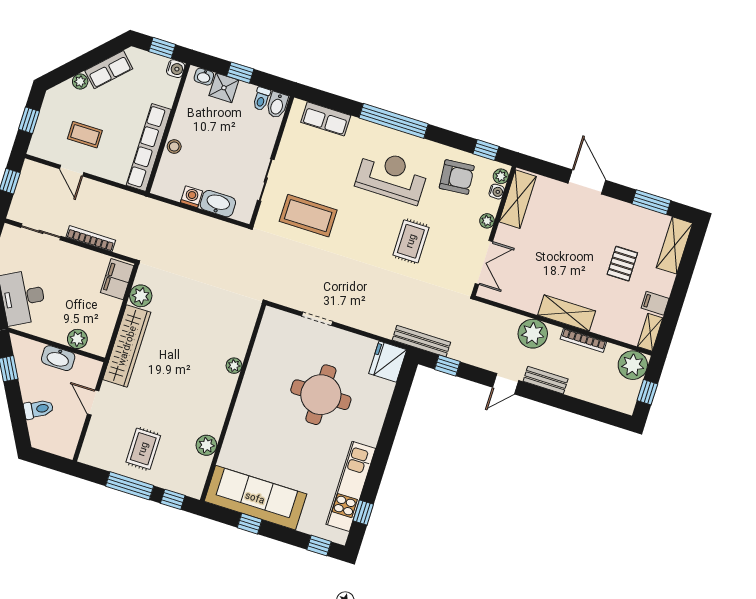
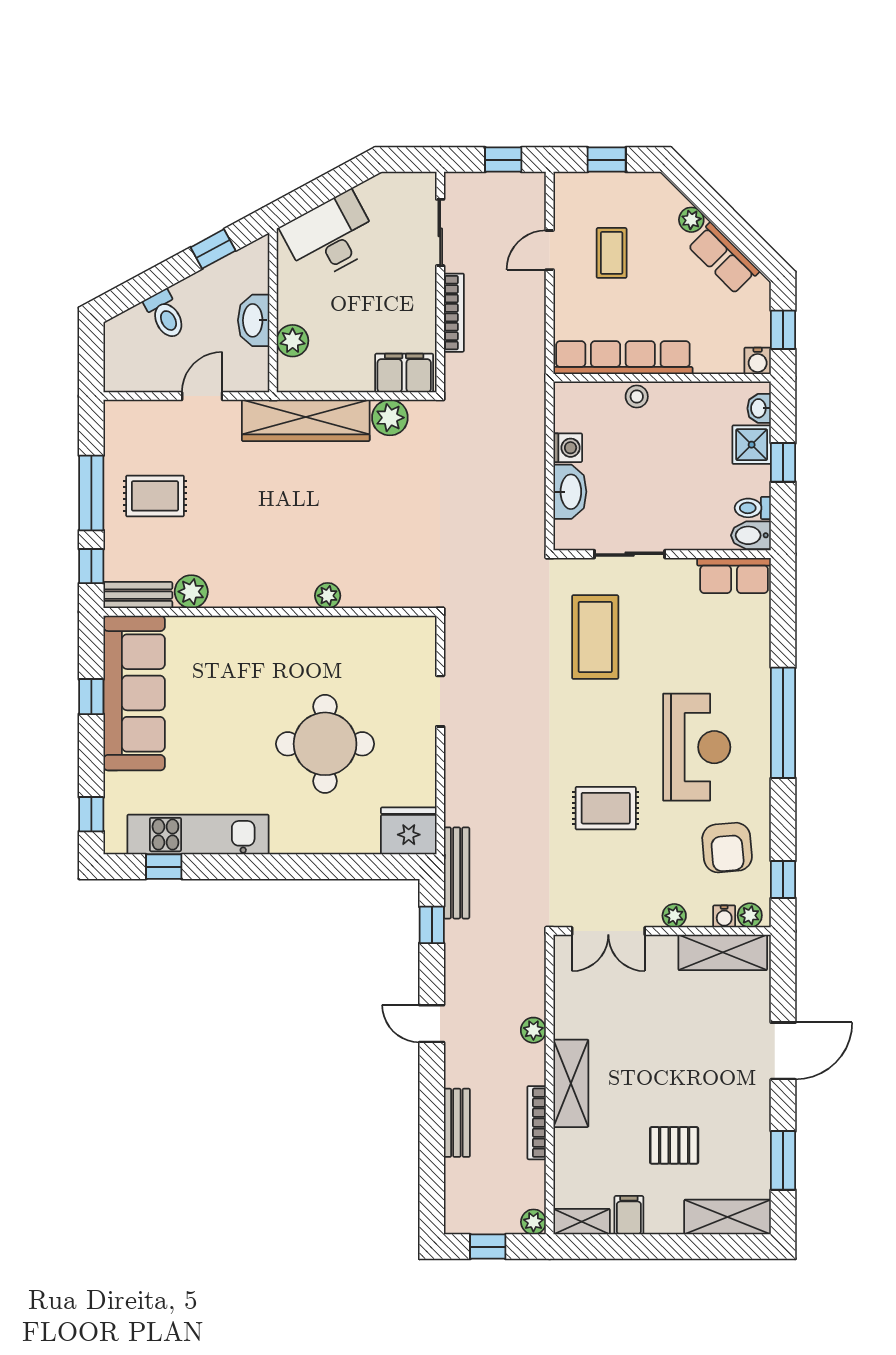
row of seats: (326, 119) -> (734, 575), moved, turned -90
plant: (533, 334) -> (533, 1030), width x0.53, depth x0.53
plant: (633, 365) -> (533, 1222), width x0.53, depth x0.53
bench: (546, 380) -> (457, 1123), moved
bench: (198, 477) -> (138, 595), added

